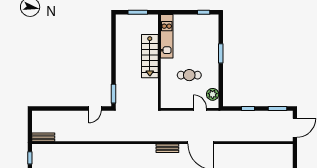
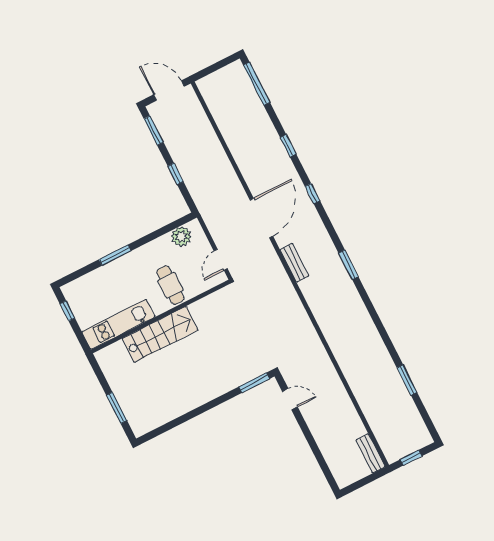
kitchen unit: (167, 36) -> (118, 324), moved
stairs: (150, 56) -> (160, 334), moved
wall: (159, 61) -> (161, 317), moved
door: (200, 109) -> (221, 260), moved

